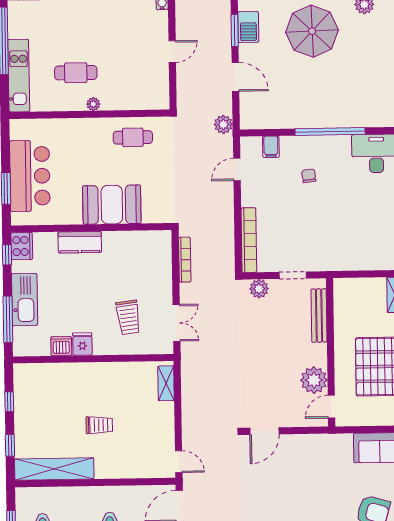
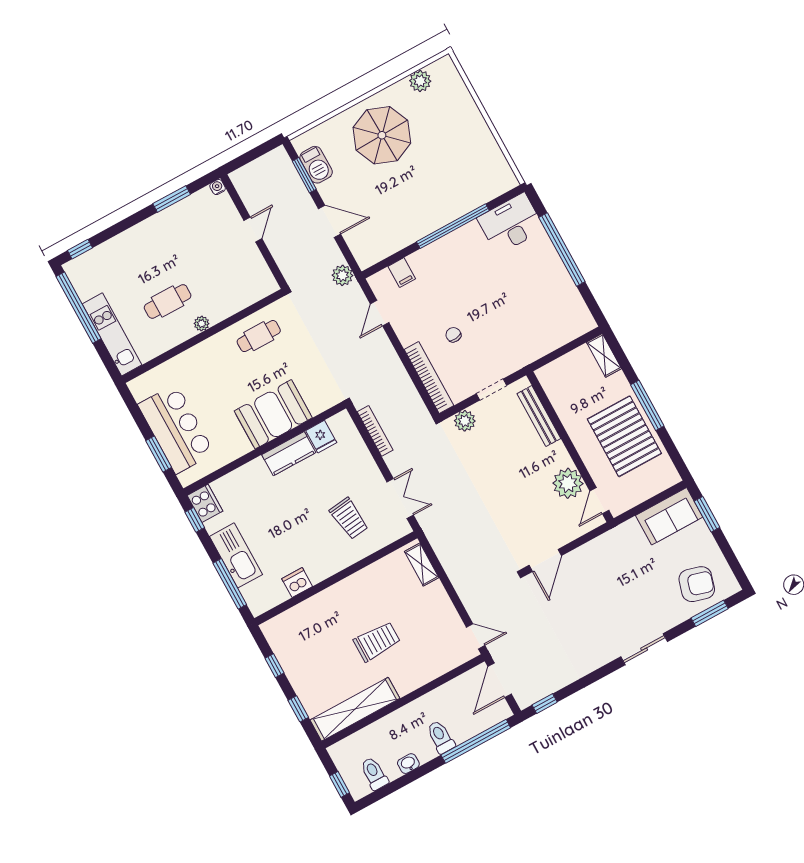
chair: (309, 176) -> (453, 335), moved
kitchen counter: (80, 242) -> (289, 454), moved
fridge: (82, 344) -> (321, 437), moved, turned 180
trolley: (99, 425) -> (377, 641), width x1.36, depth x1.39

